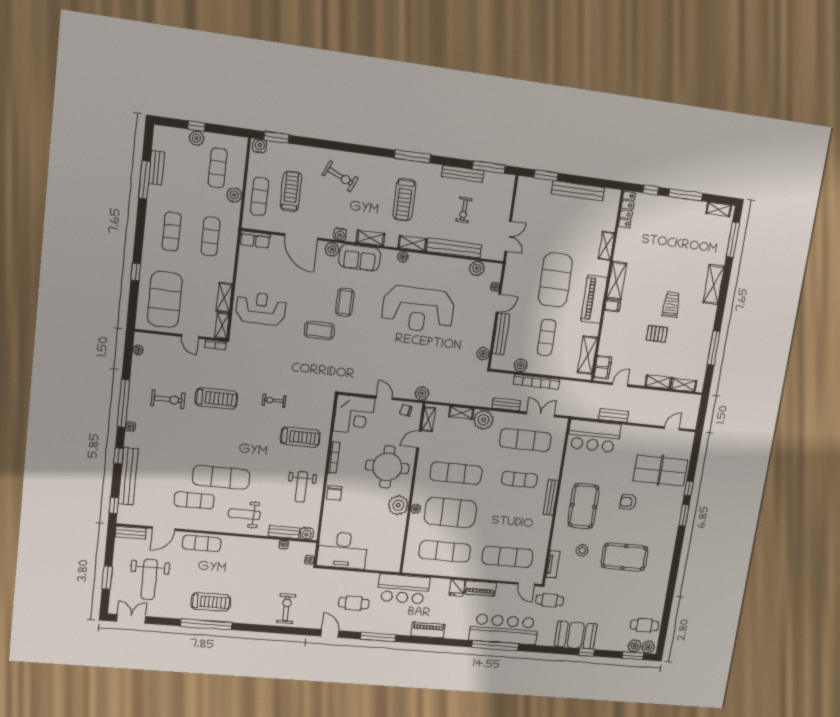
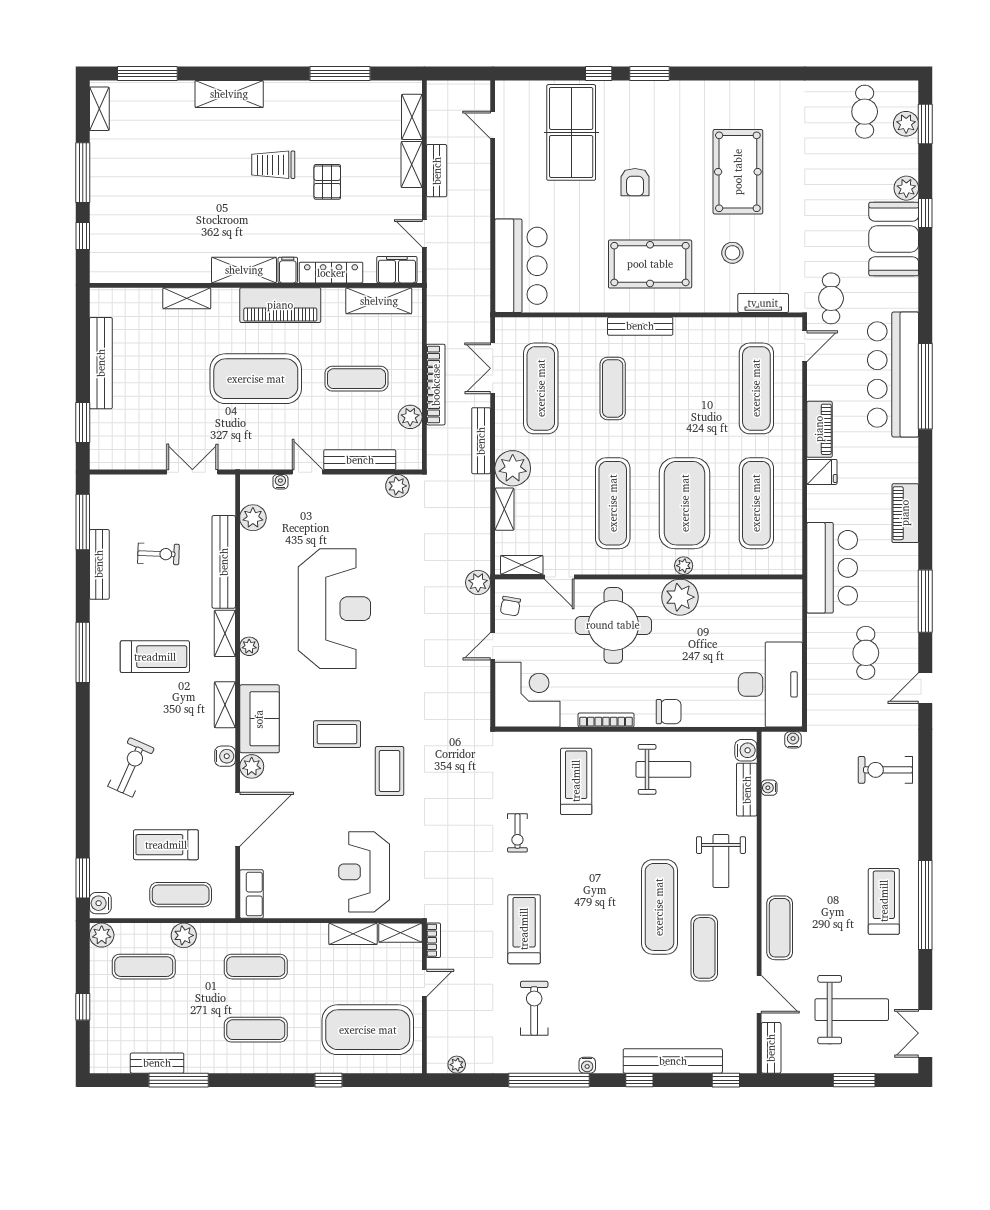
plant: (196, 138) -> (102, 935), moved
locker: (627, 210) -> (331, 273), moved
bench: (506, 404) -> (481, 441), width x1.36
bench: (614, 415) -> (437, 171), moved
plant: (648, 647) -> (906, 188), moved

